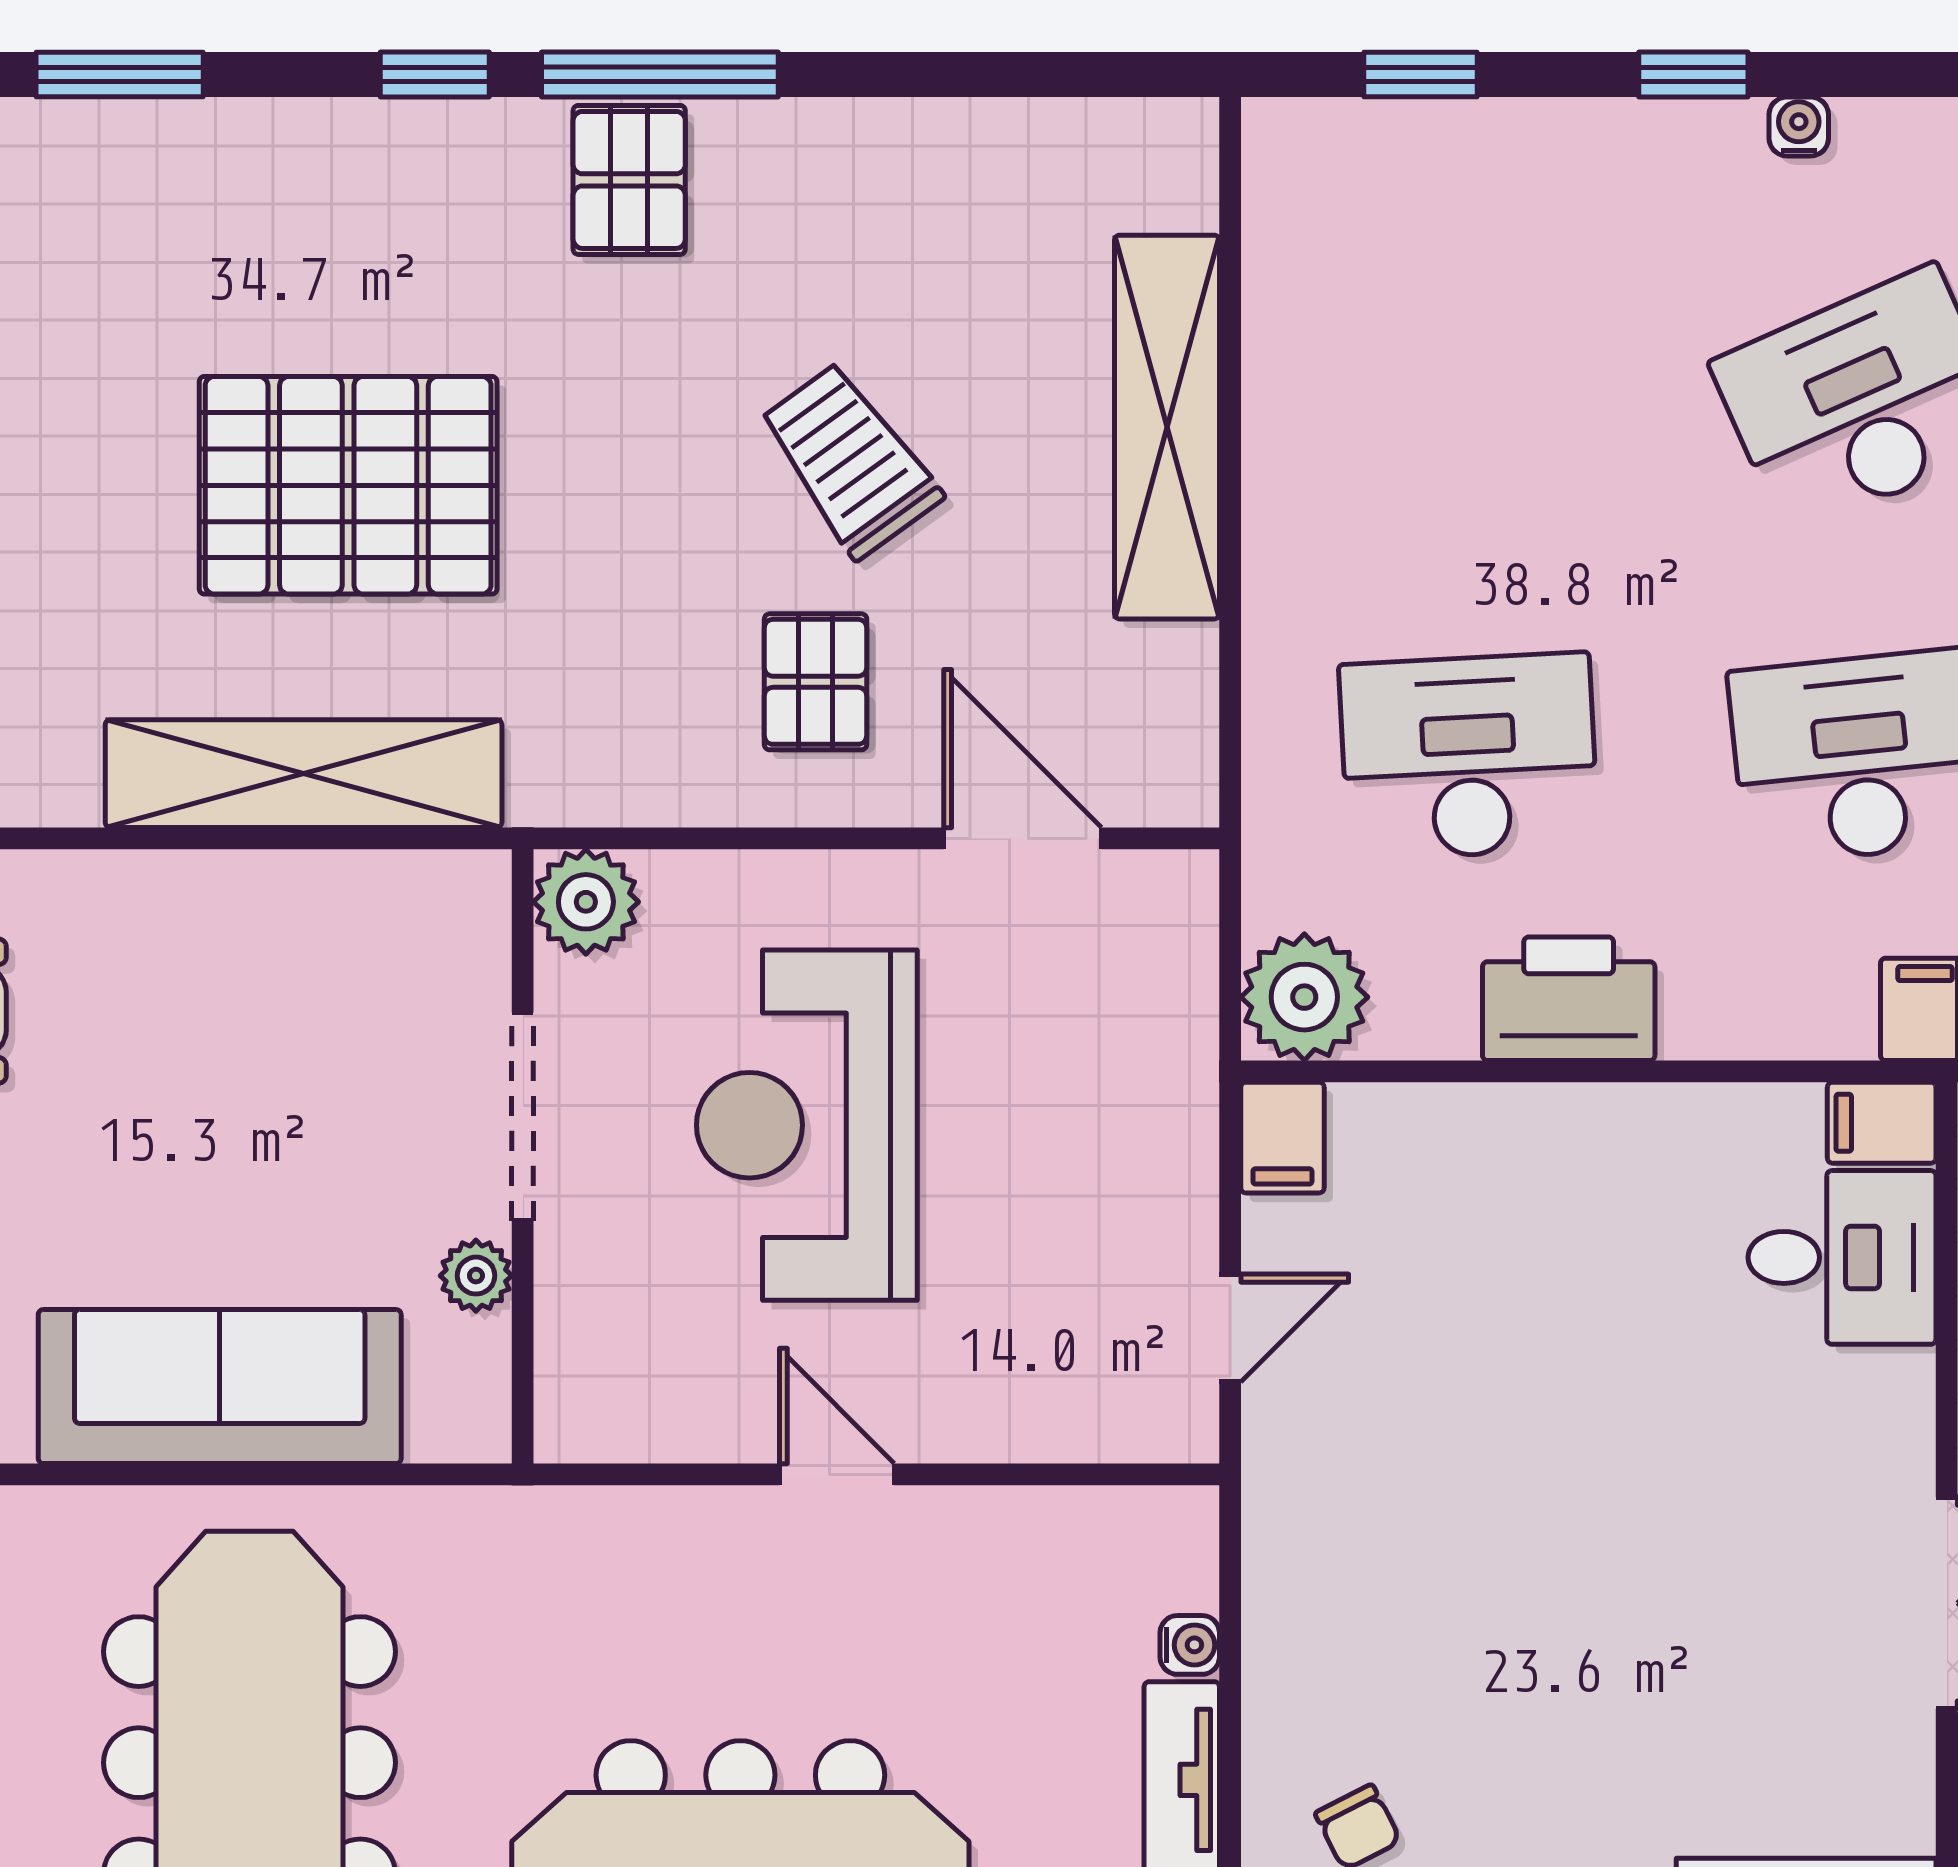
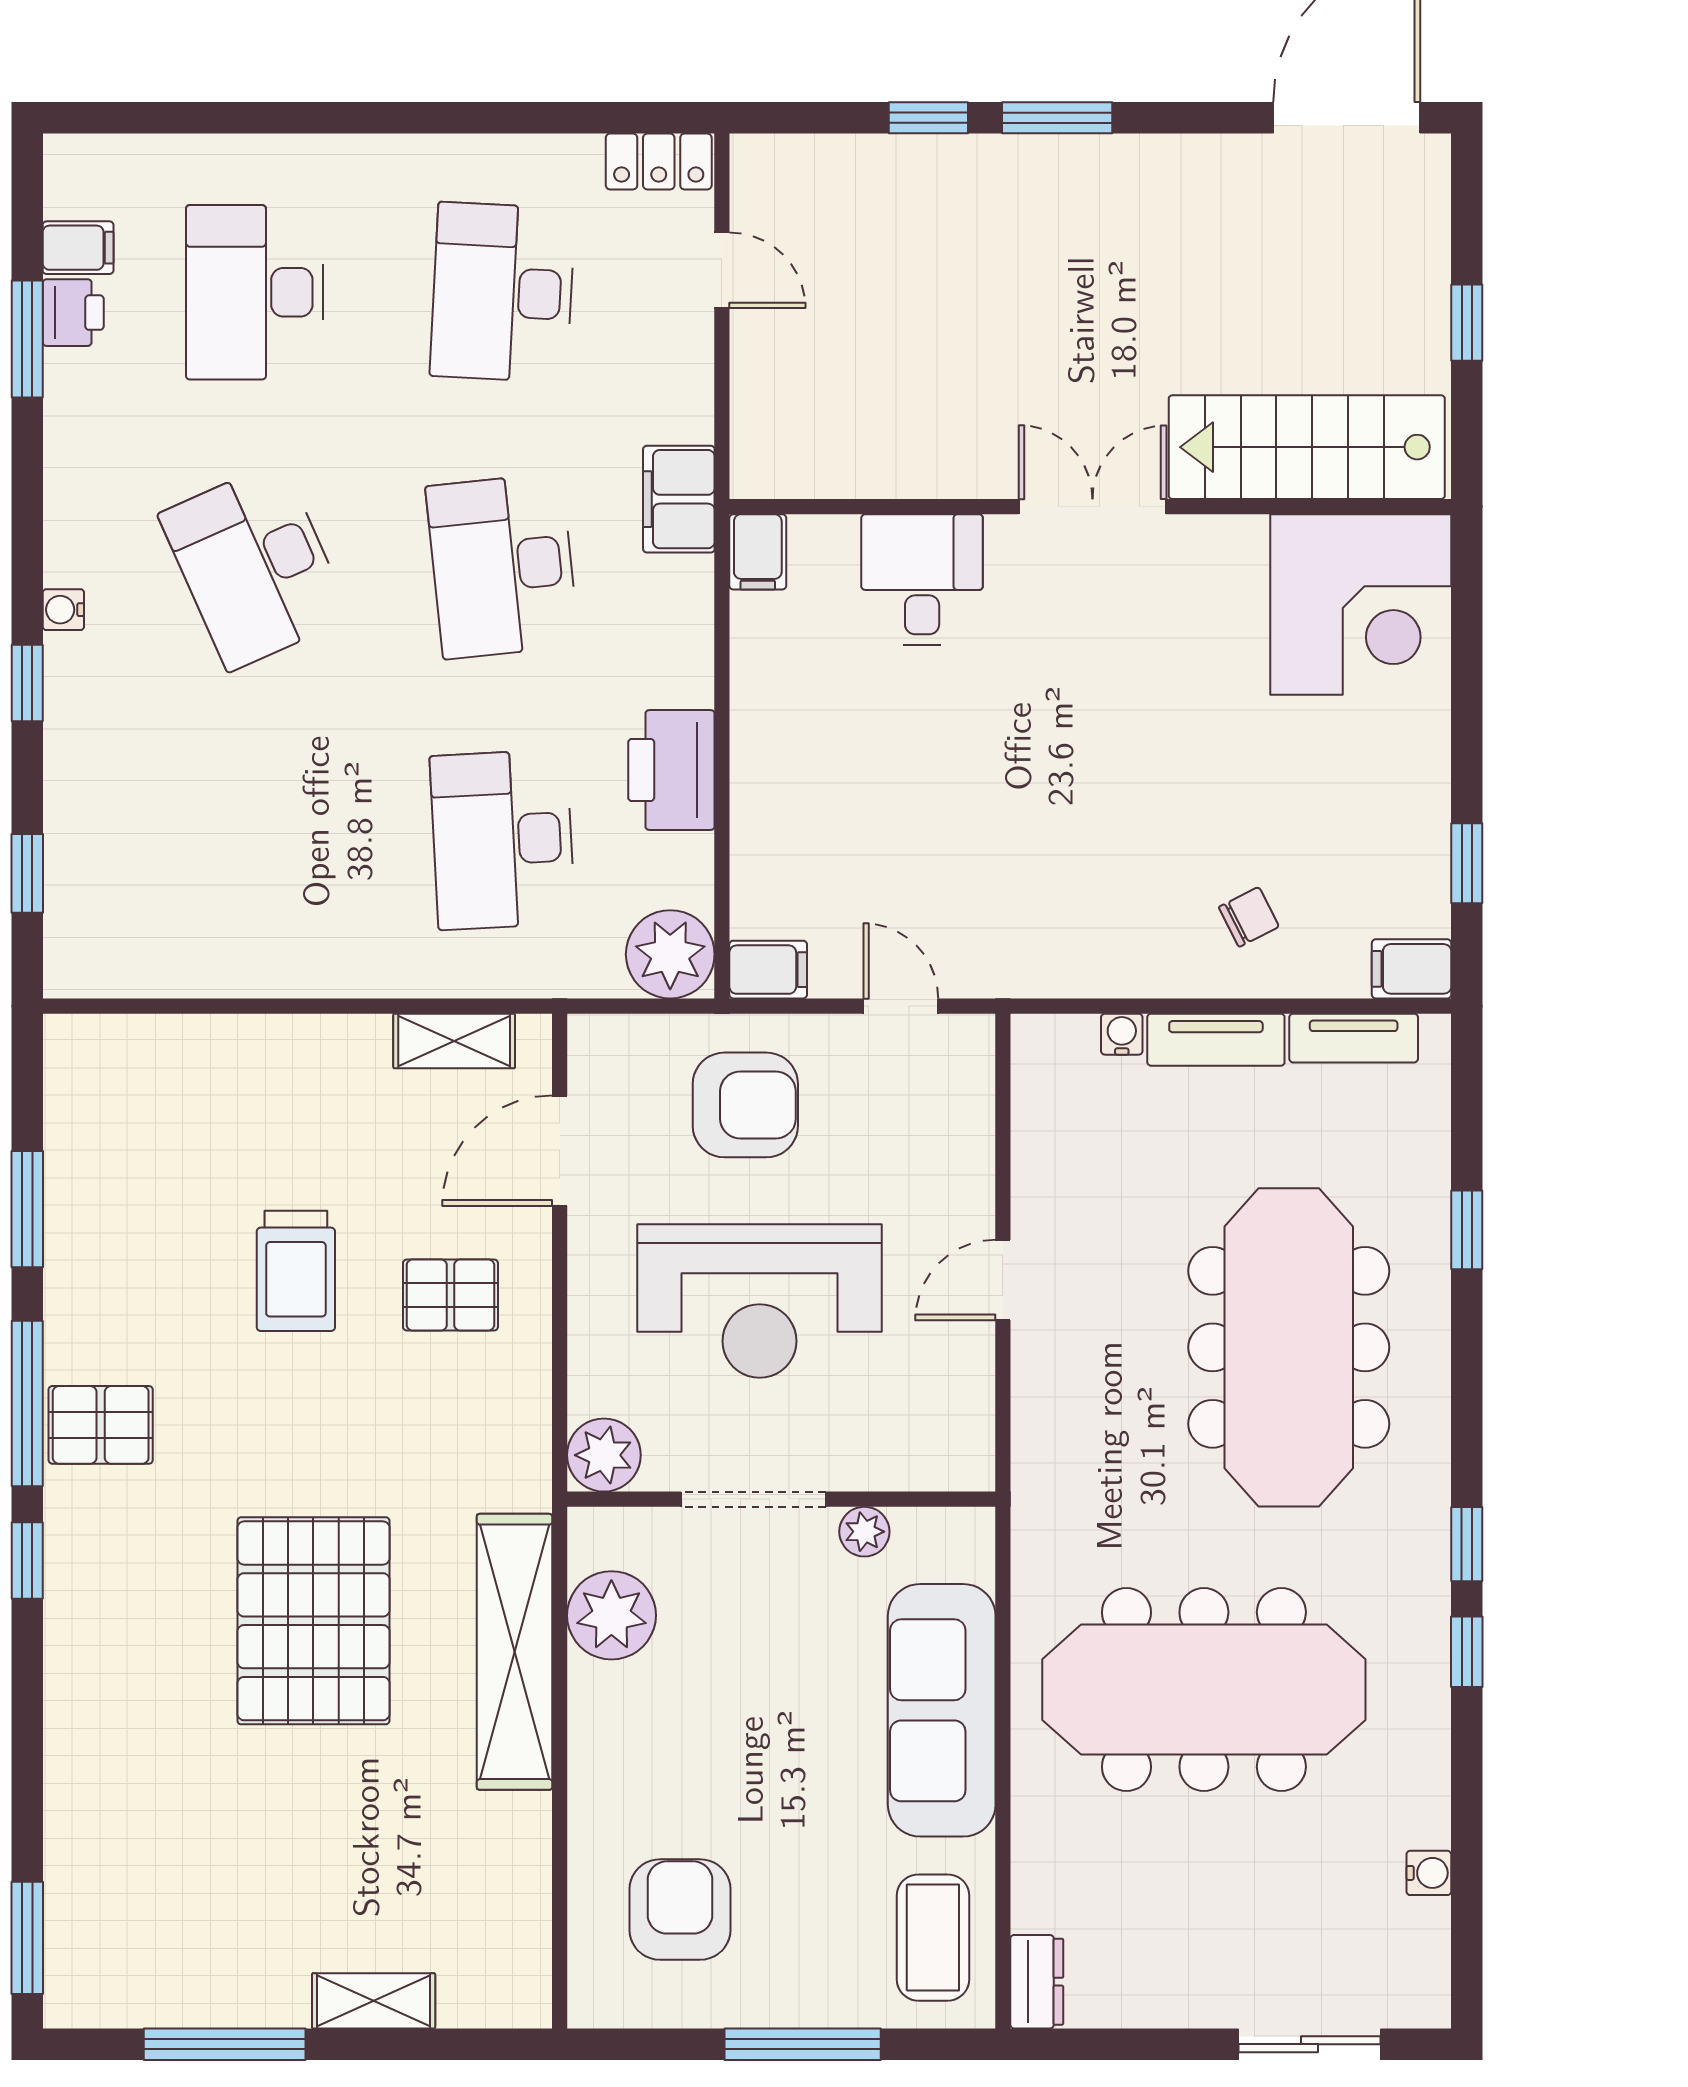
window: (120, 75) -> (27, 1209), moved
shelving: (1167, 427) -> (454, 1041), moved, width x0.45, depth x0.75
trolley: (850, 460) -> (296, 1271), turned -54
plant: (356, 913) -> (611, 1615), added
armchair: (1088, 1105) -> (745, 1105), added
desk: (1842, 1257) -> (922, 580), moved

